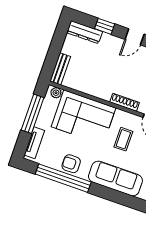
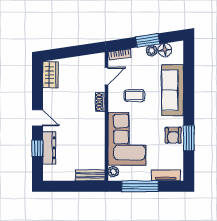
dresser: (85, 32) -> (49, 148), moved
shoe rack: (125, 102) -> (100, 102), width x0.70
window: (63, 178) -> (189, 138), width x0.47

